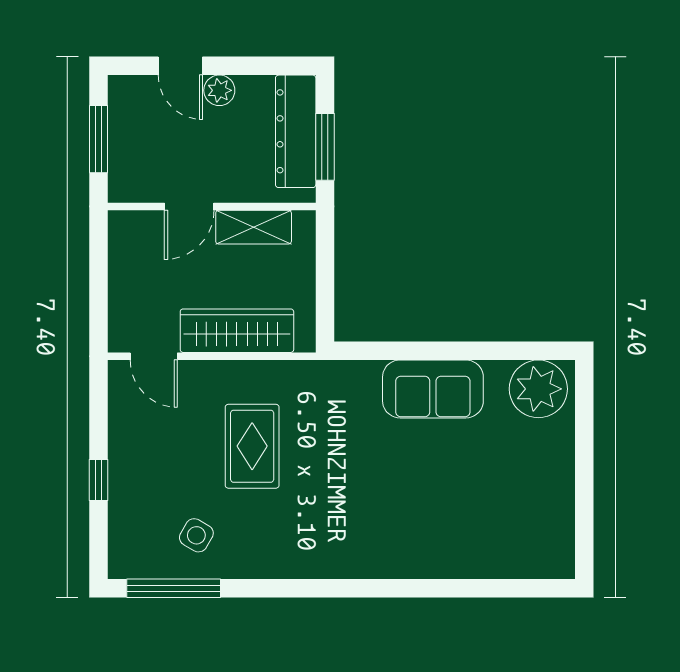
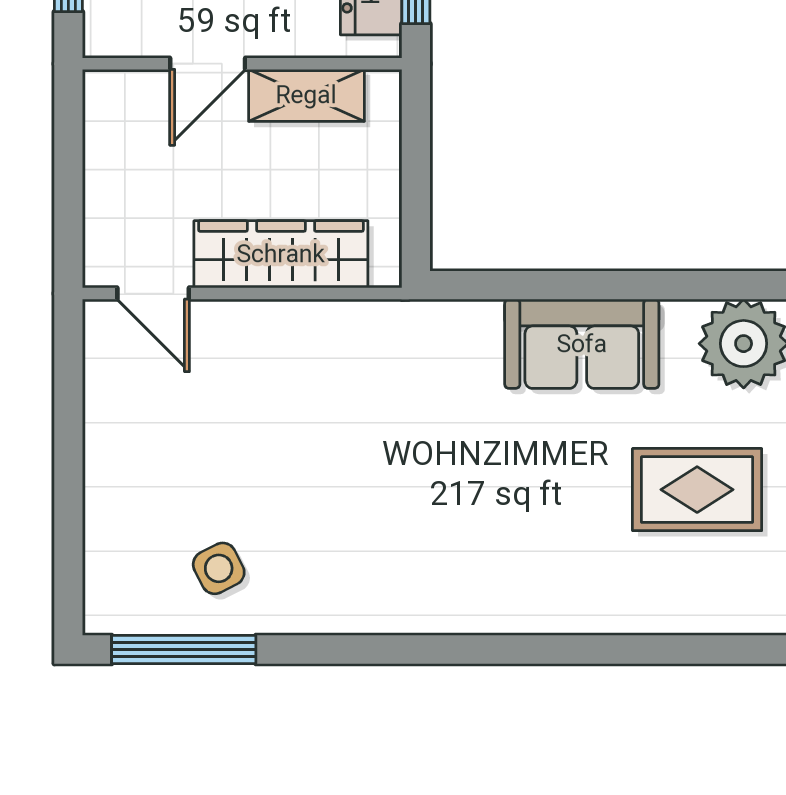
rug: (252, 446) -> (697, 490), moved, turned 90
window: (98, 480) -> (68, 483), removed
side table: (196, 535) -> (219, 568), turned 33

